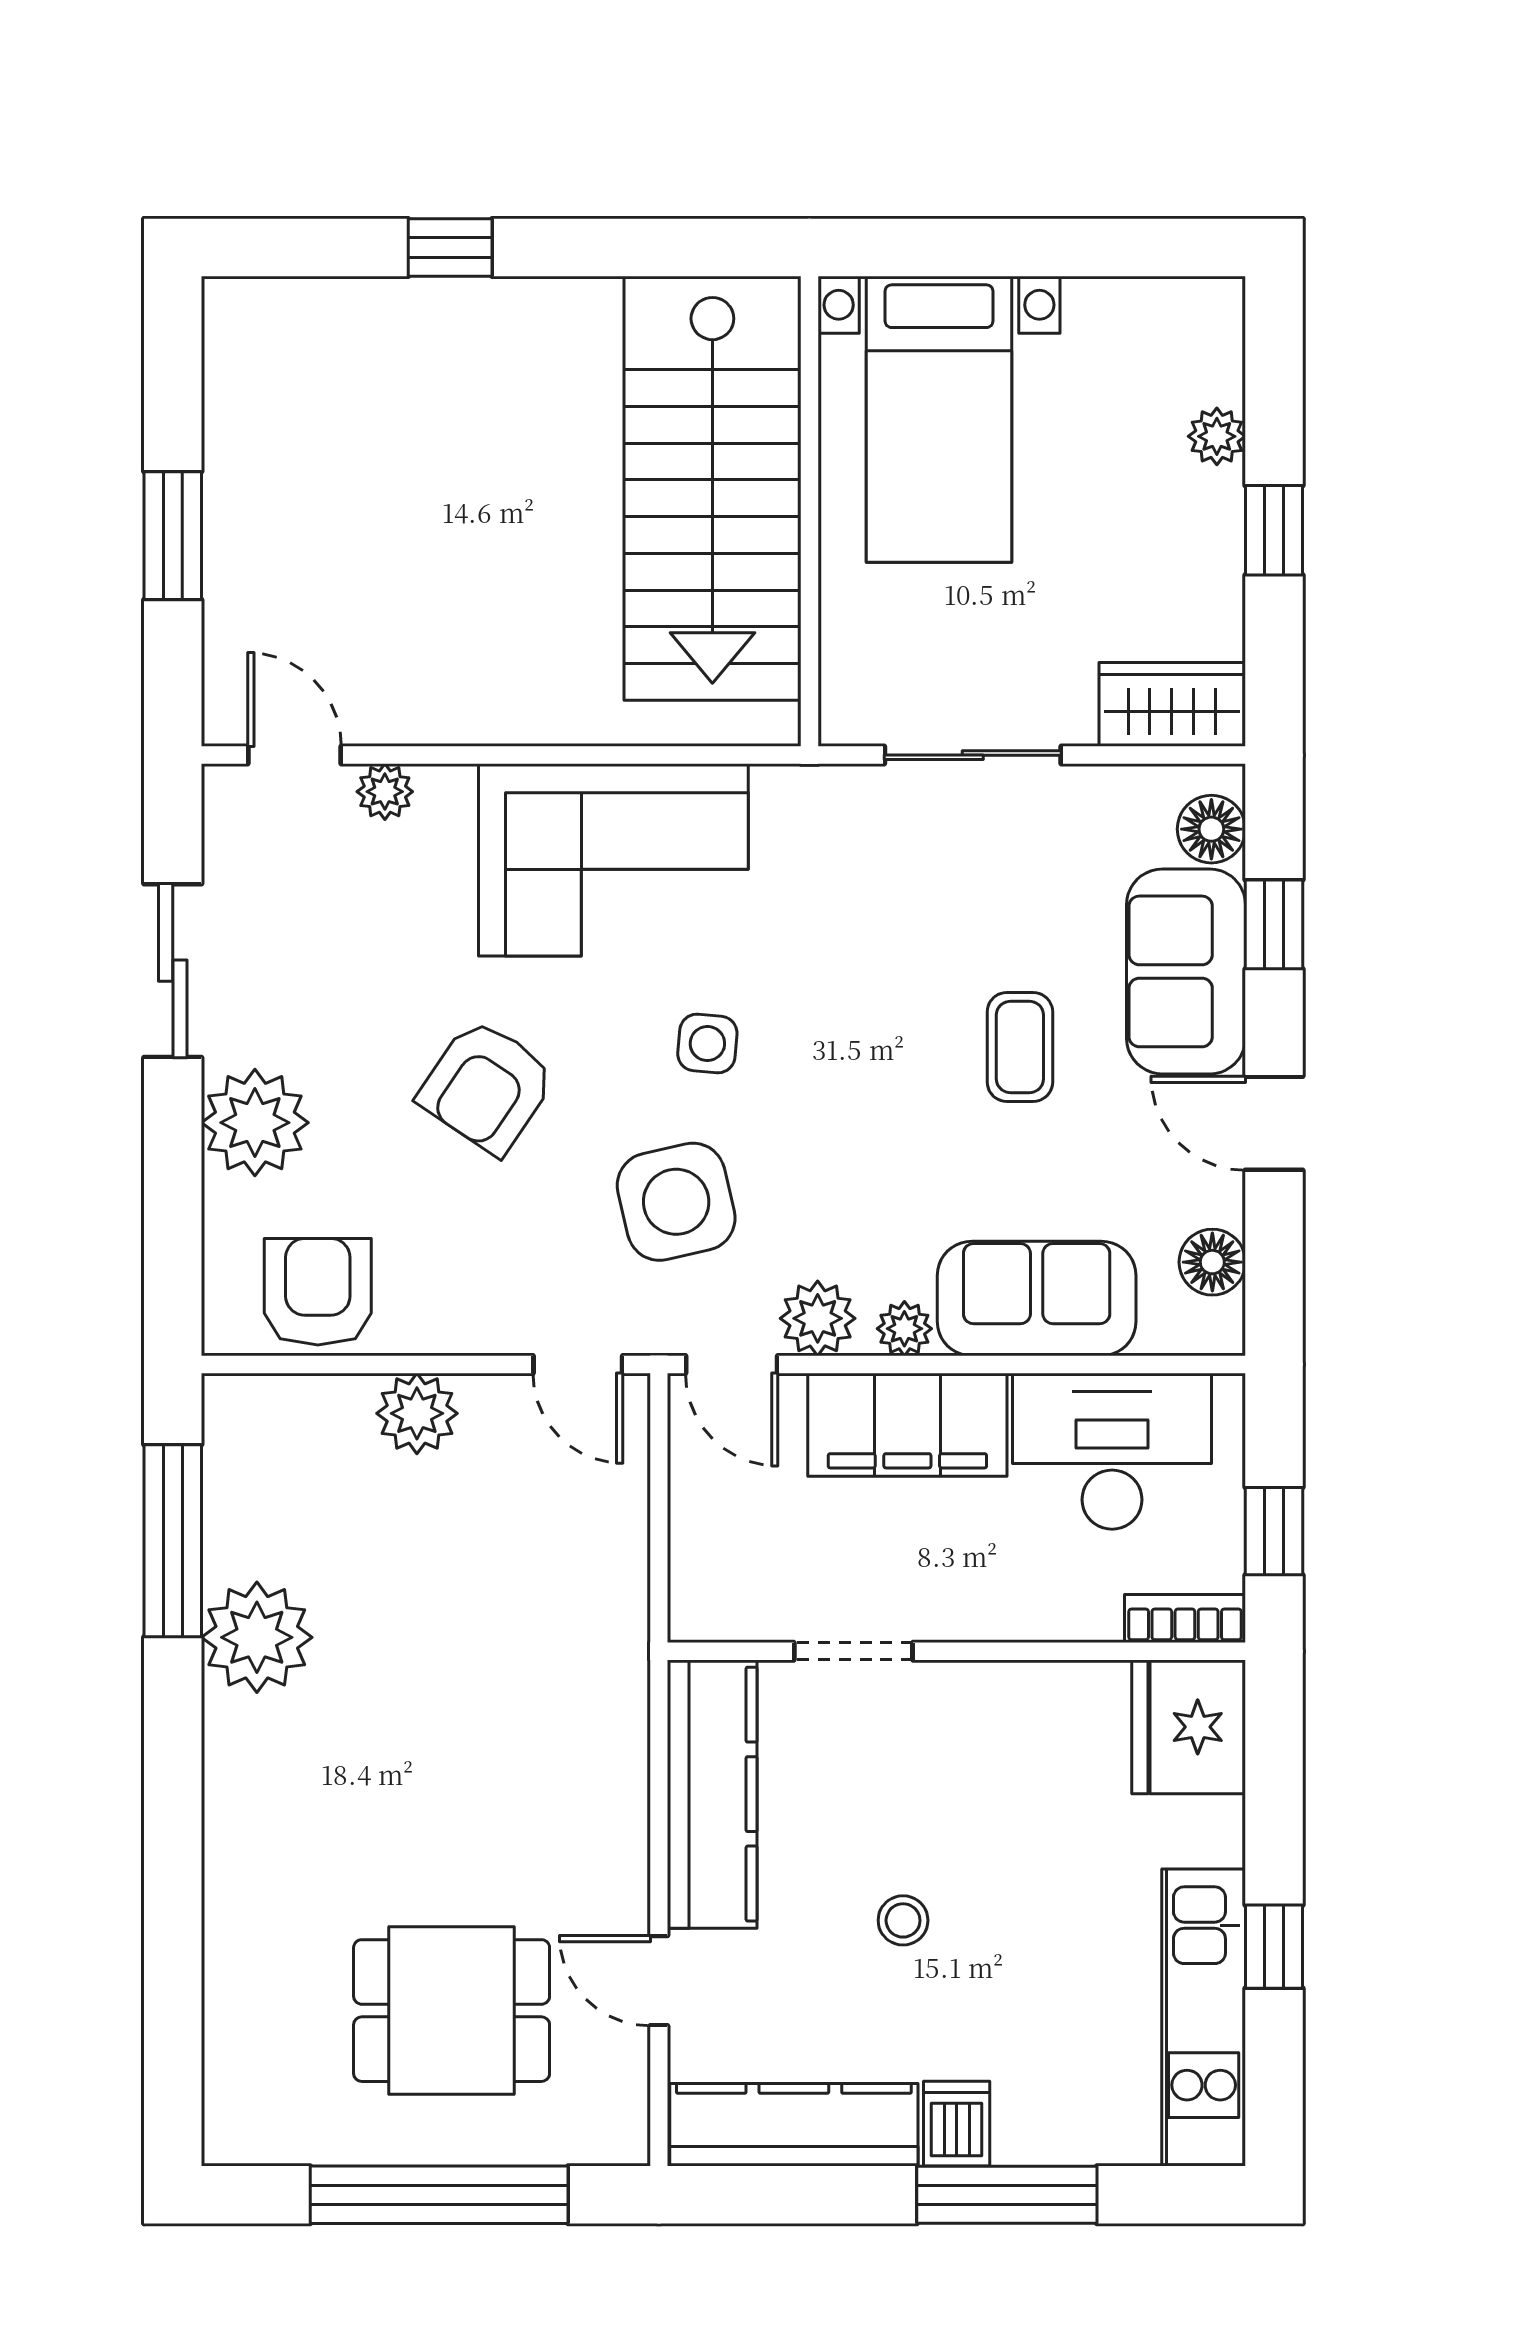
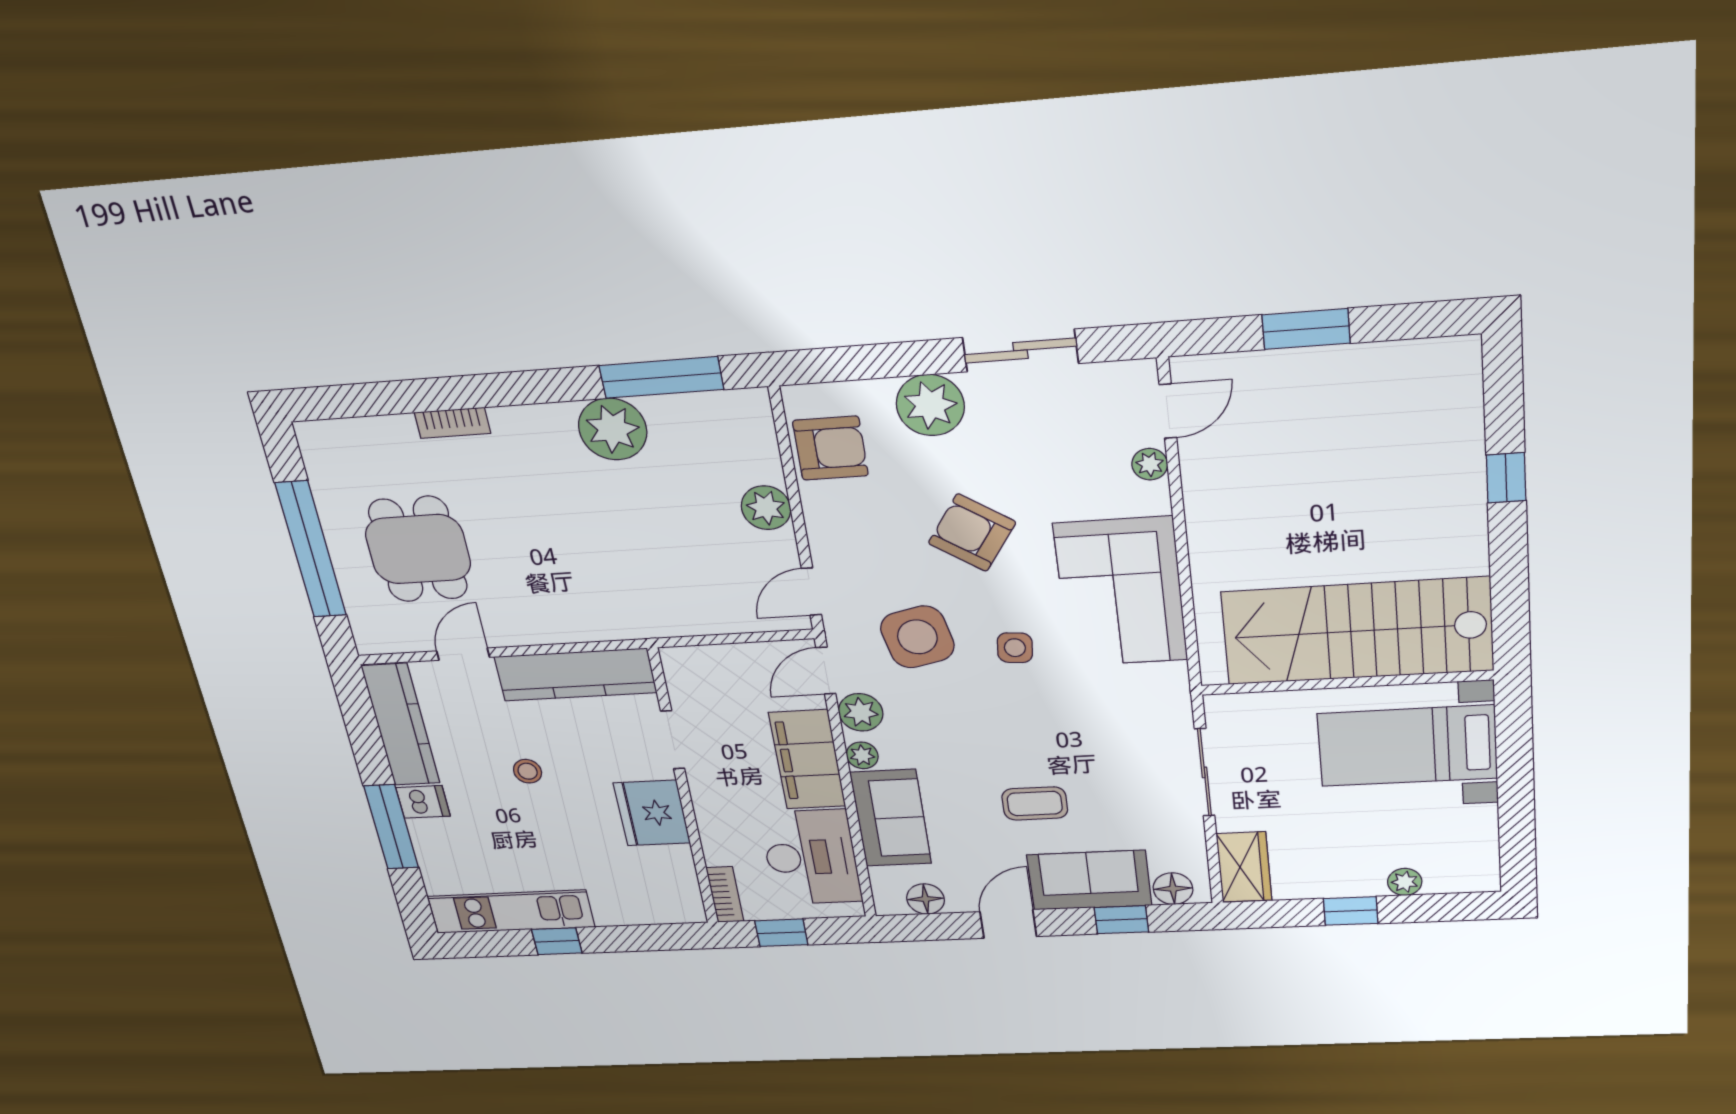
fridge: (1189, 1727) -> (652, 813), moved, turned -90
bookcase: (225, 1898) -> (452, 423), added

